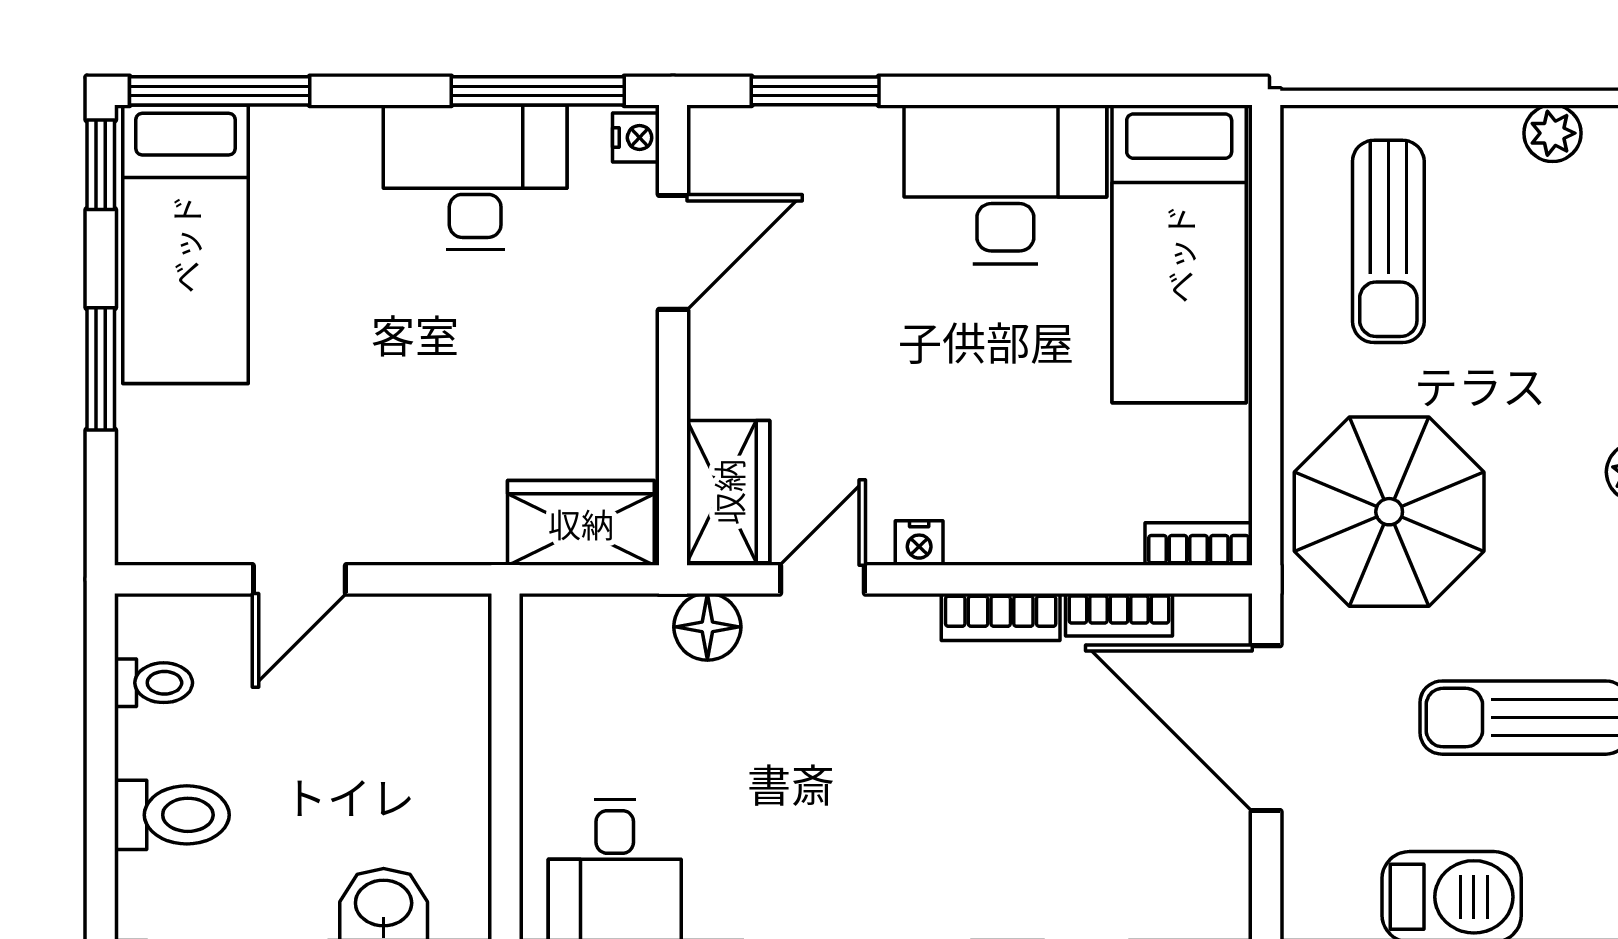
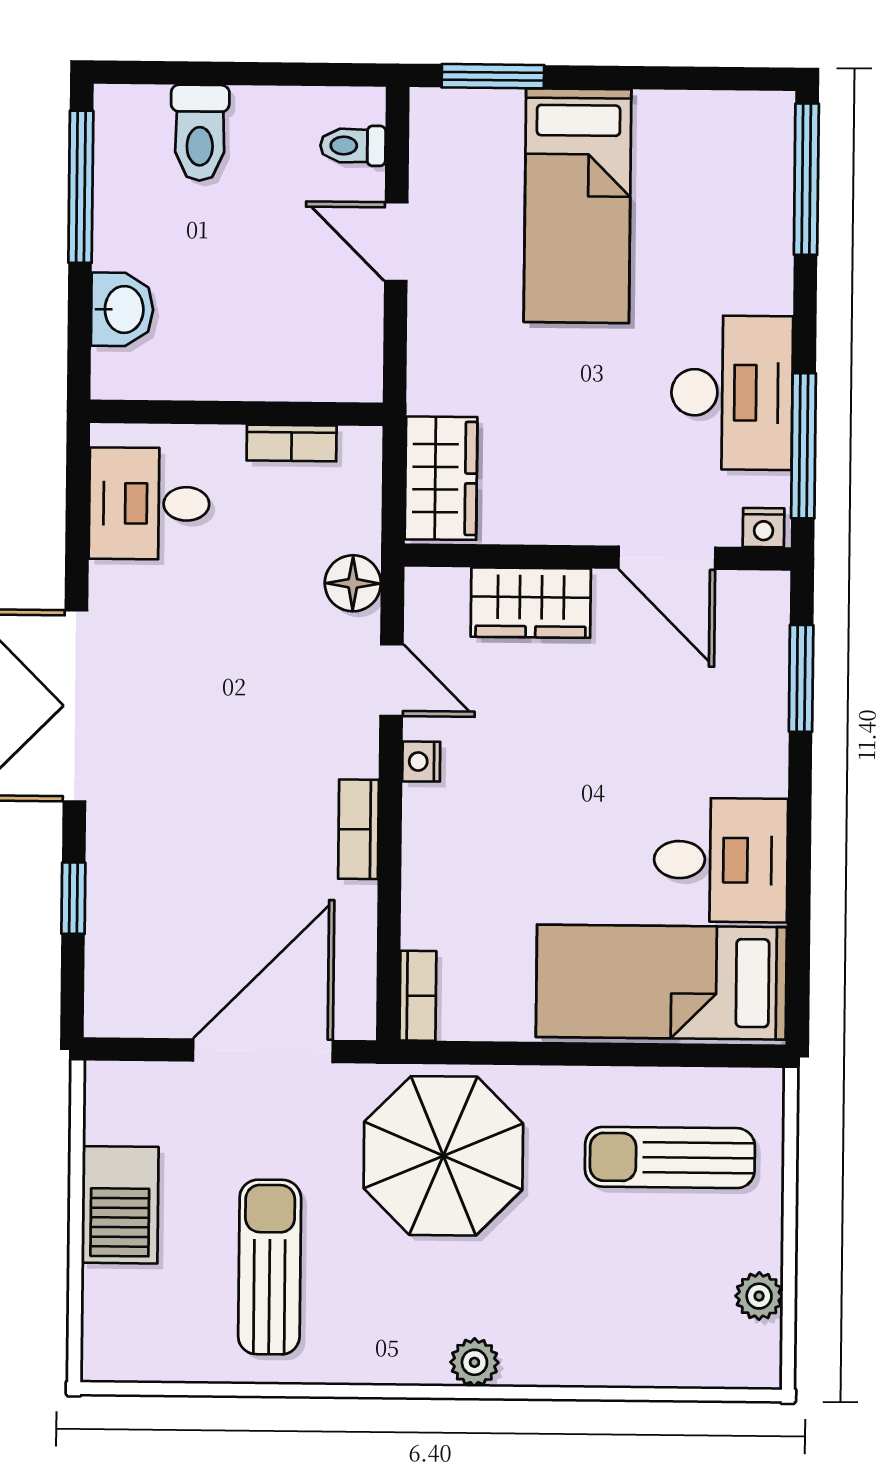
window: (101, 165) -> (745, 79), removed
desk: (1005, 184) -> (721, 860), width x0.73
bed: (185, 244) -> (578, 206), moved, turned -90
window: (101, 369) -> (493, 76), moved
wardrobe: (728, 492) -> (531, 603), moved
bookcase: (1119, 615) -> (292, 443), moved, turned -90
toilet: (154, 683) -> (353, 146), moved, turned 90

